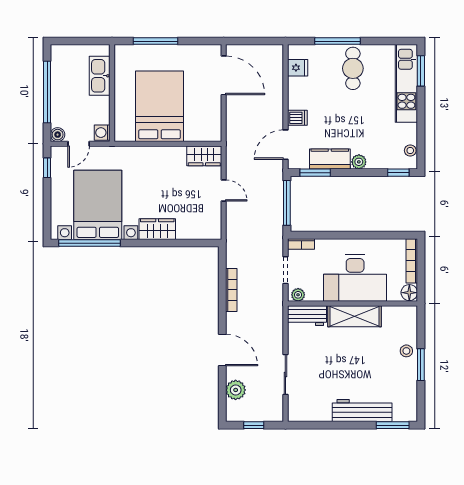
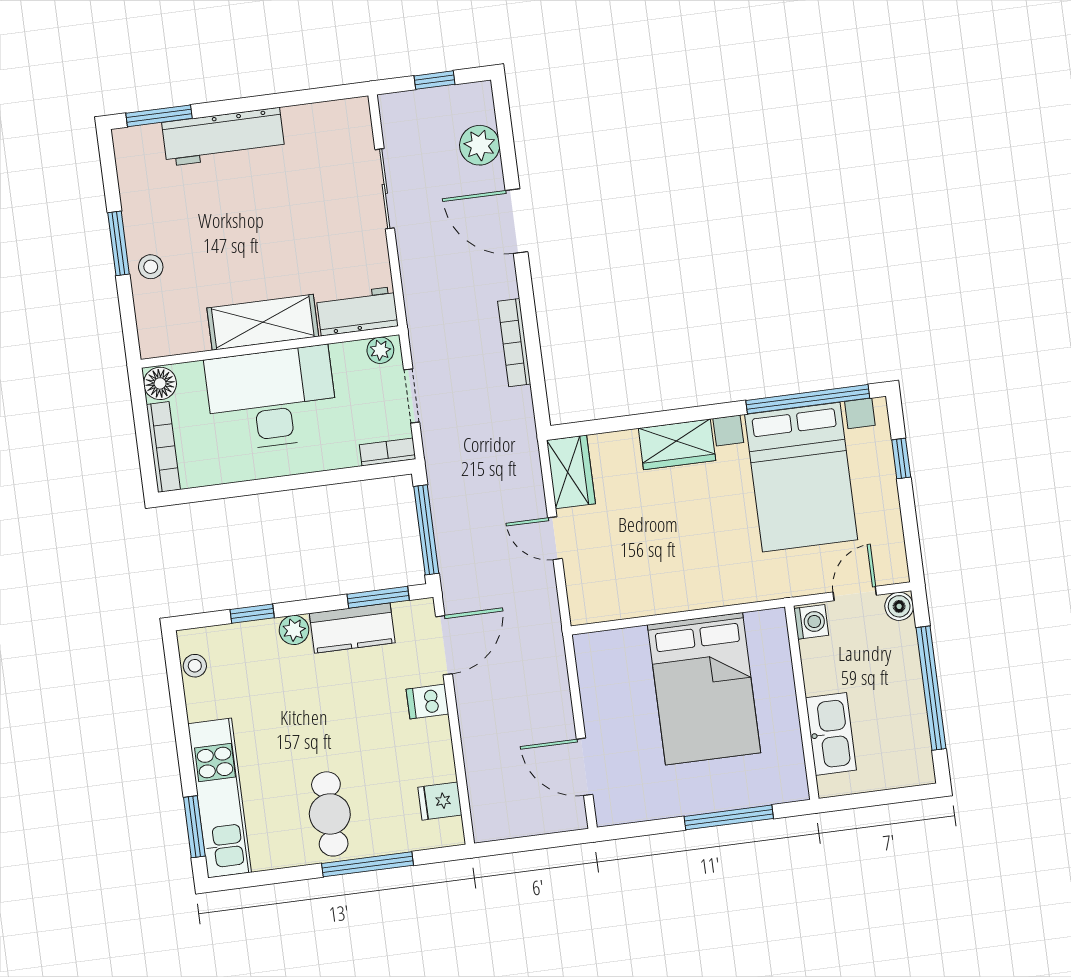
door: (224, 75) -> (585, 767), width x0.73
wardrobe: (204, 156) -> (571, 472), moved, turned 90
window: (47, 168) -> (901, 458), moved
window: (398, 173) -> (252, 614), moved

